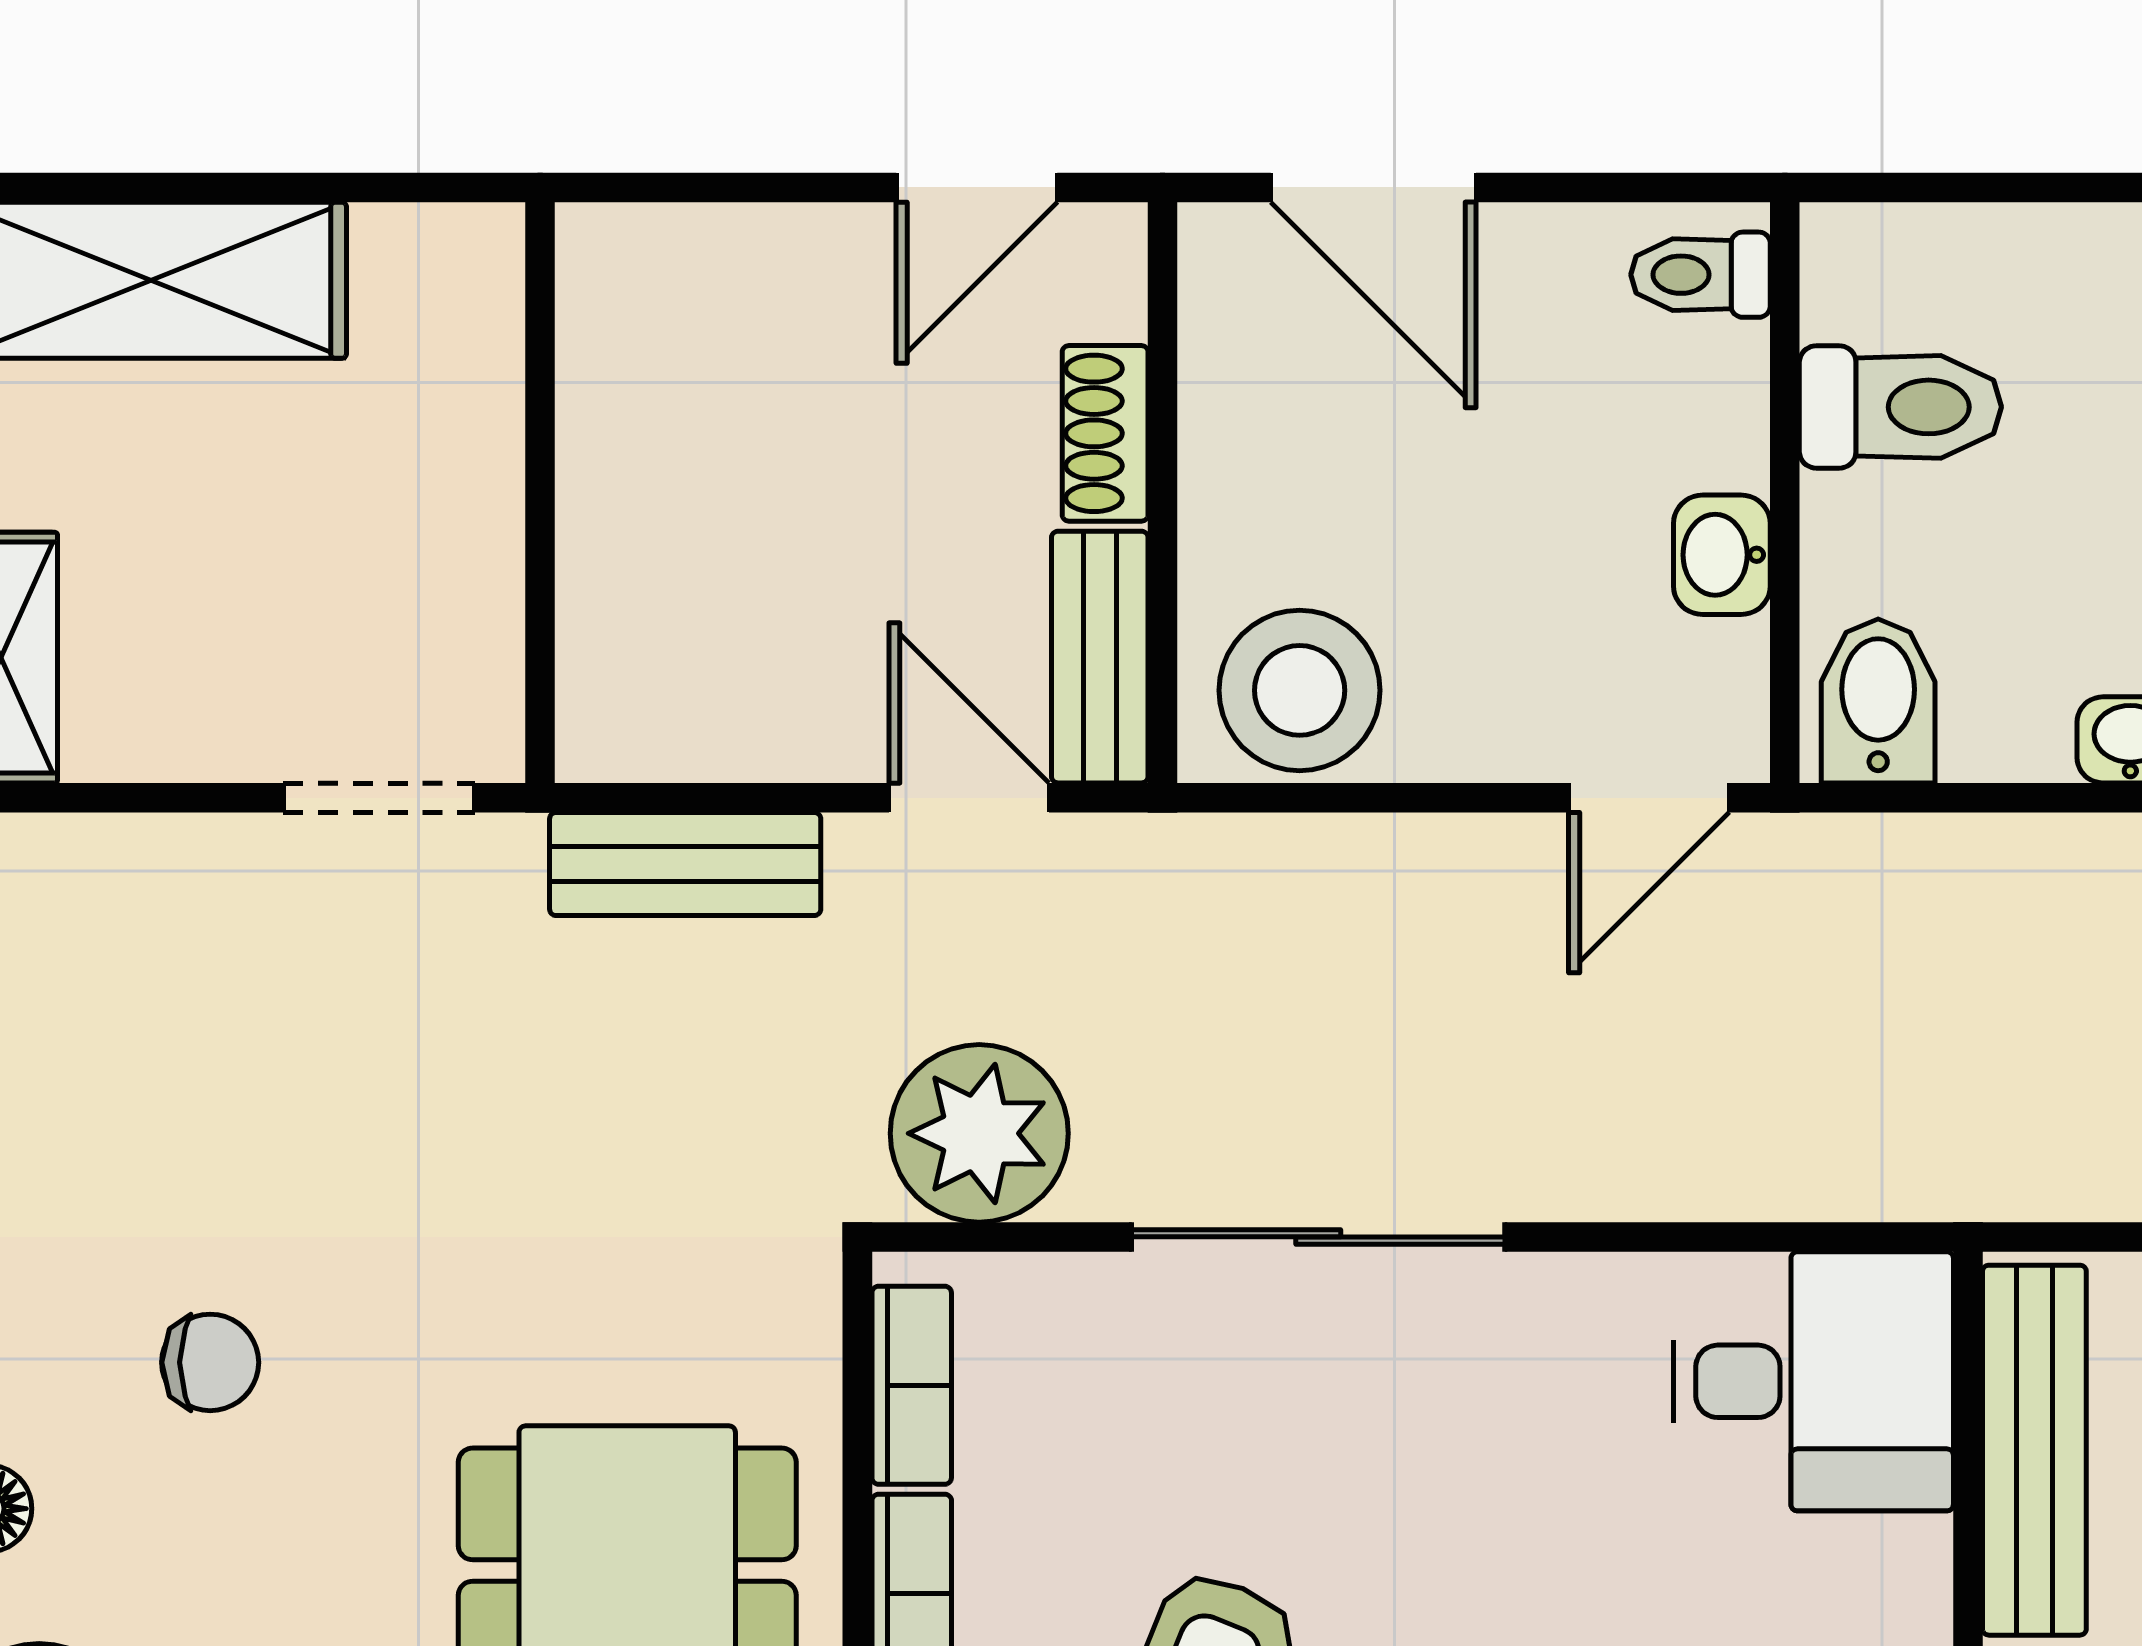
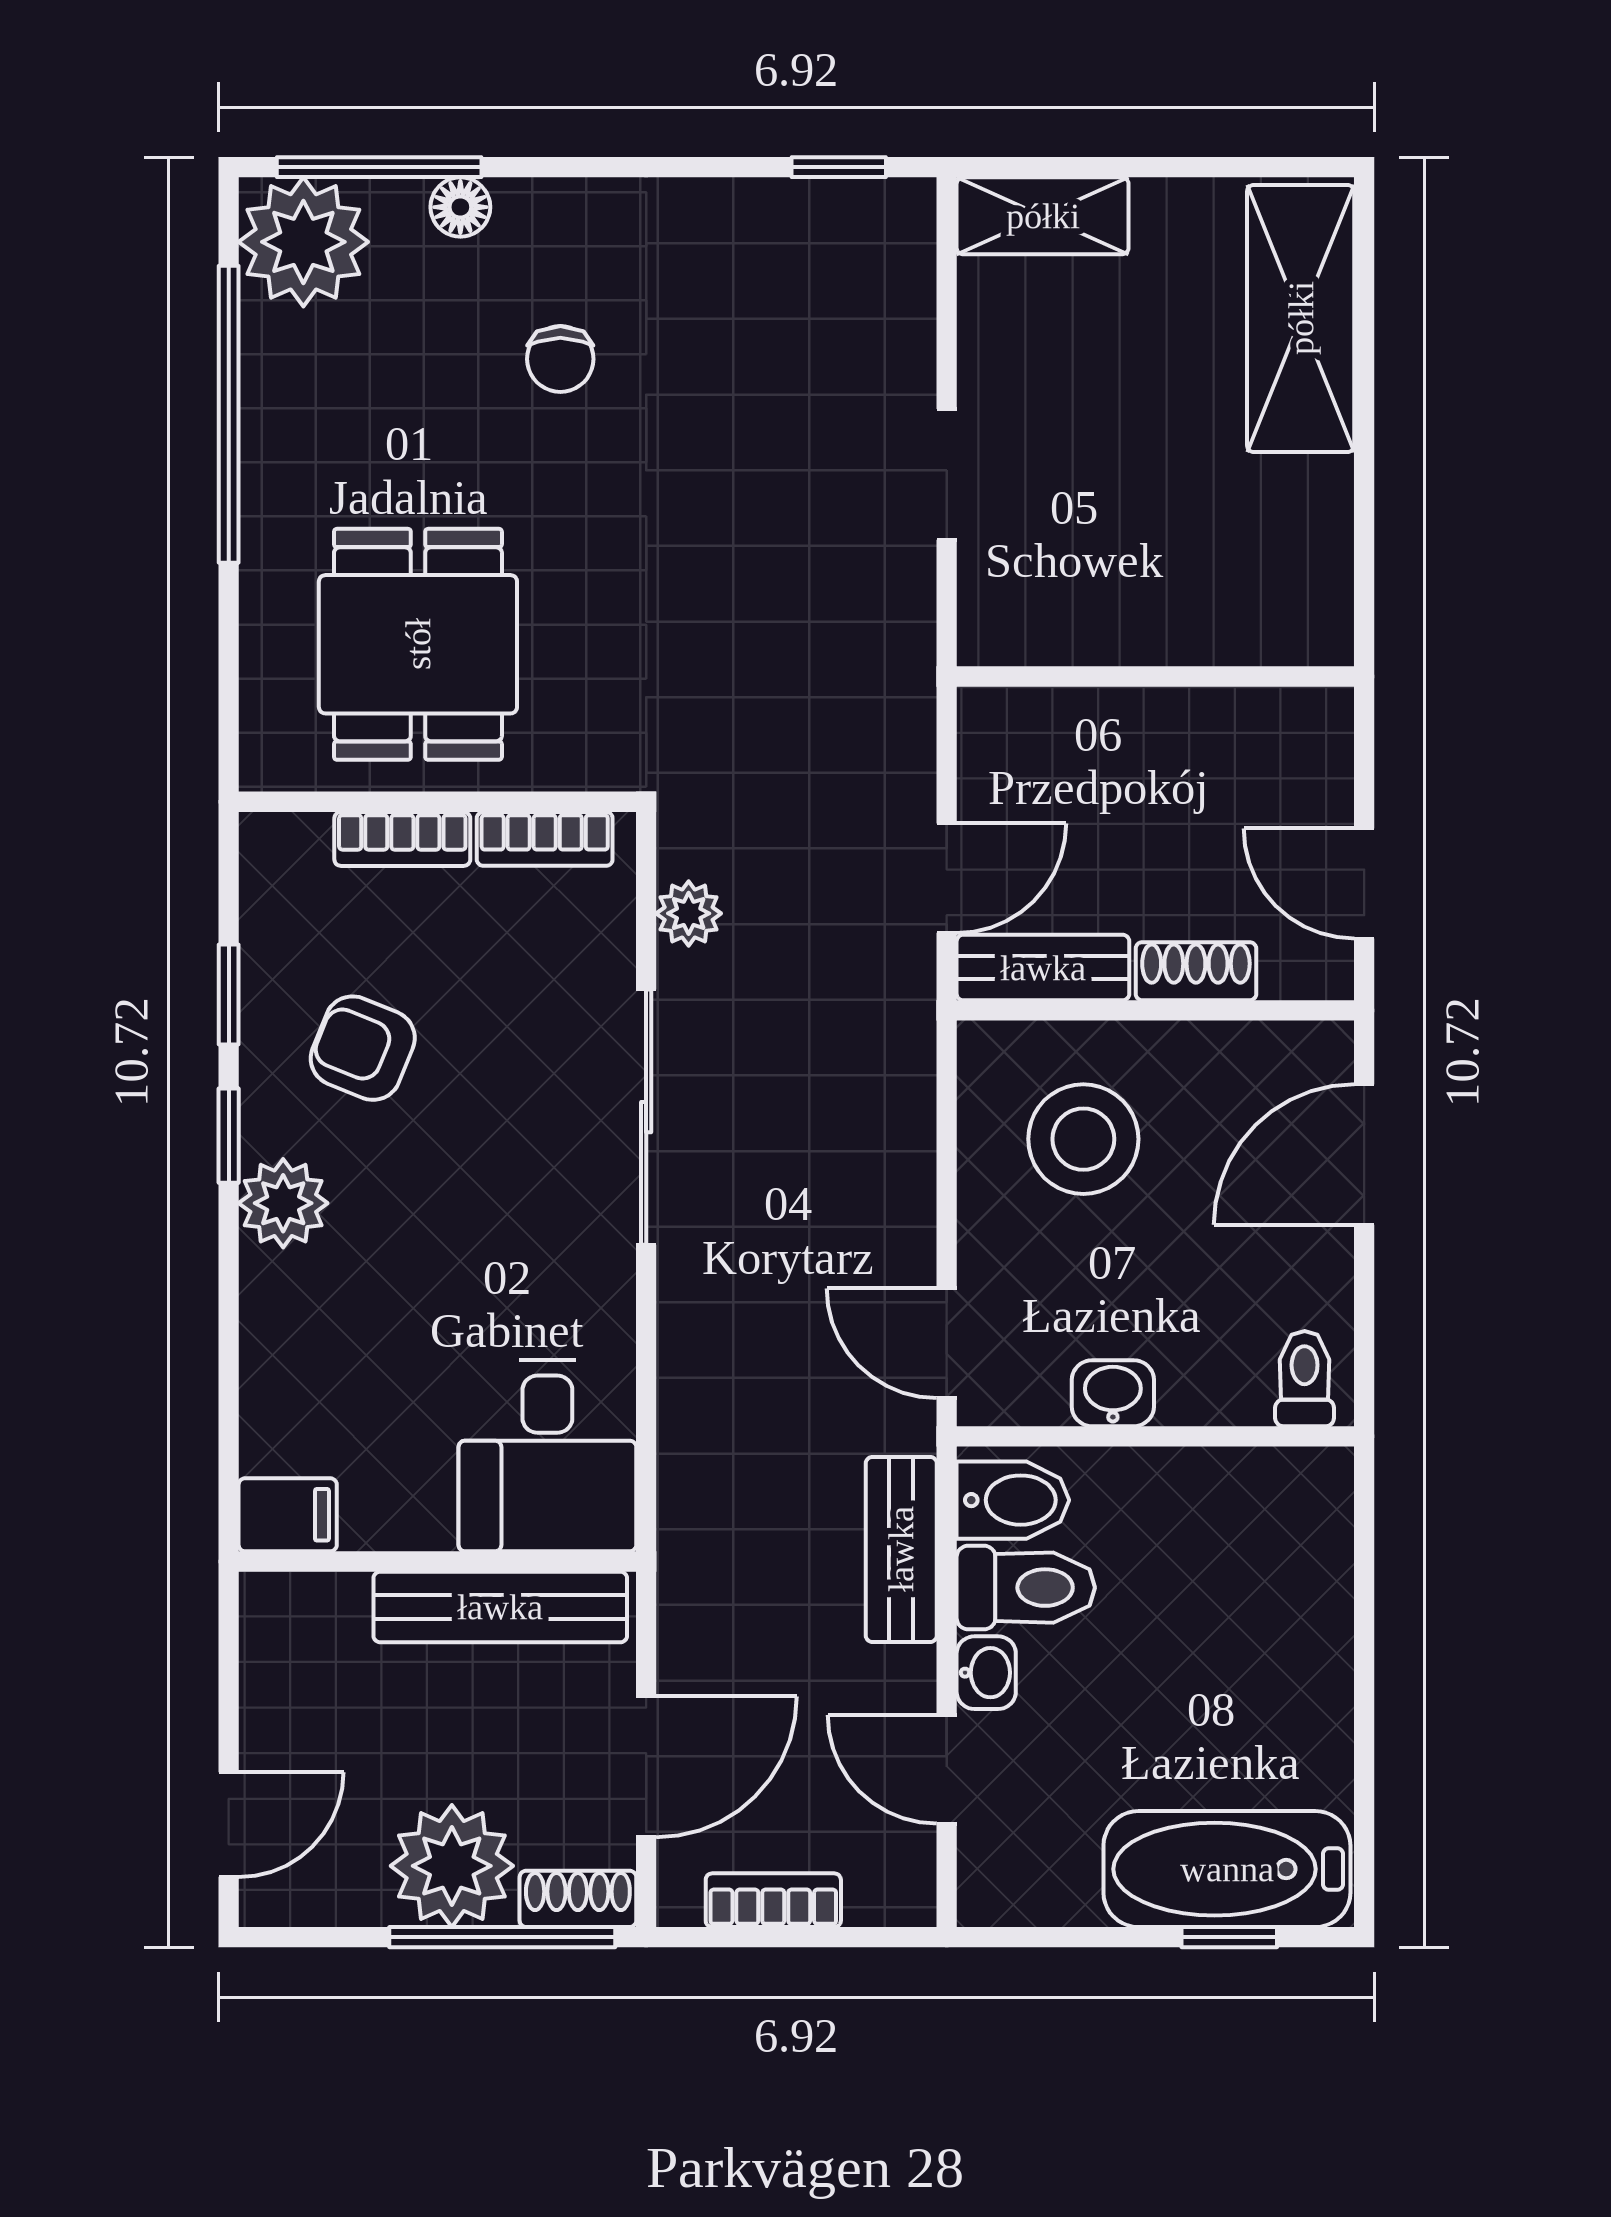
toilet: (1900, 407) -> (1026, 1588), moved, turned -90
wall: (540, 493) -> (1155, 677), moved
stool: (1300, 690) -> (1083, 1139), moved
bench: (685, 864) -> (901, 1549), moved
plant: (979, 1133) -> (689, 913), width x0.53, depth x0.53

